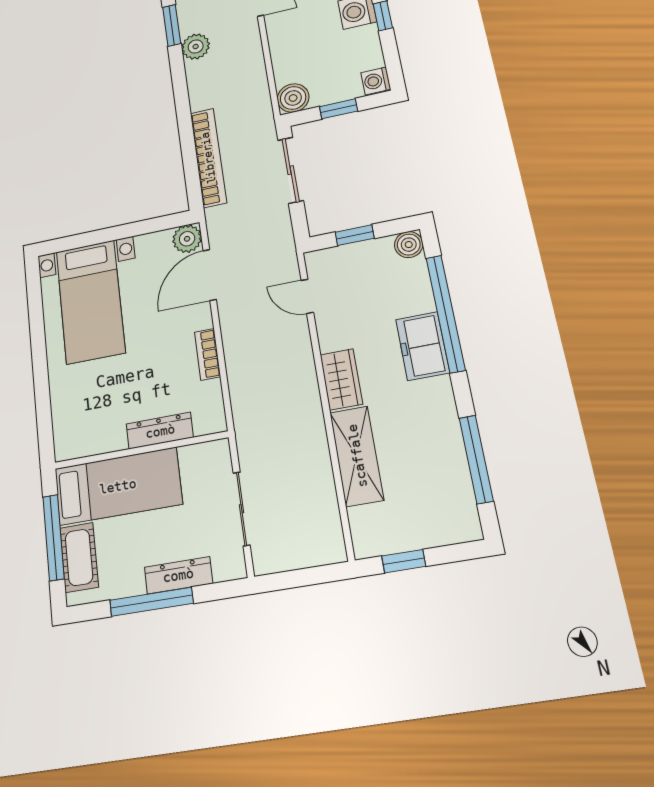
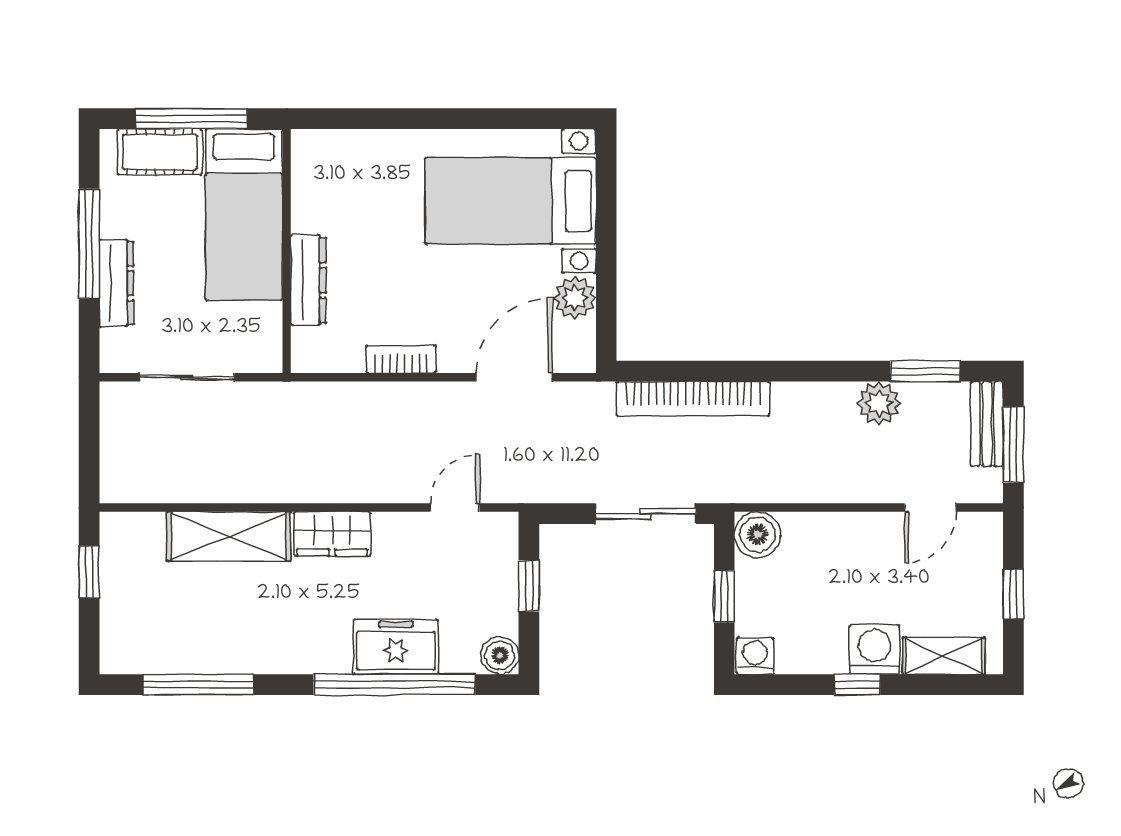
plant: (187, 239) -> (575, 298), moved
door: (210, 275) -> (514, 377), hinge flipped
freezer: (423, 346) -> (396, 647), moved

